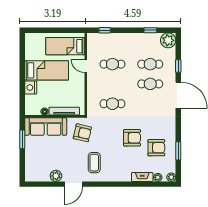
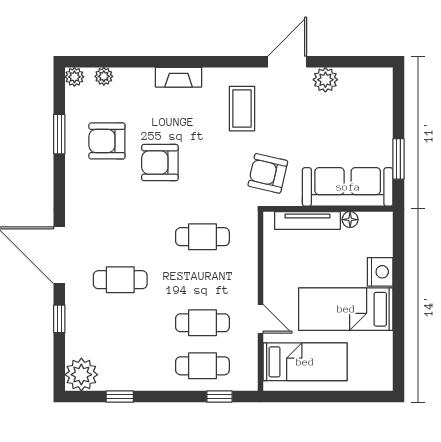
cafe table: (150, 64) -> (202, 366), moved
fireplace: (142, 177) -> (179, 77), moved

